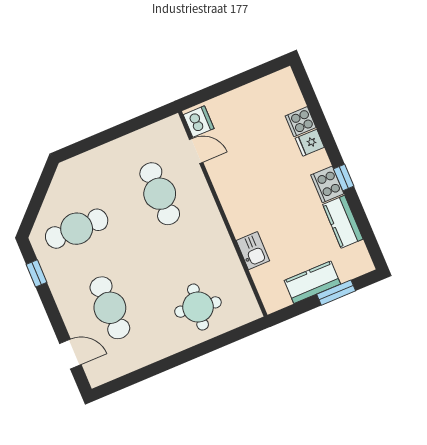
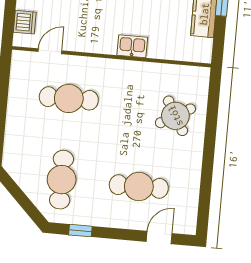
dishwasher: (199, 122) -> (25, 22), moved, turned 90
kitchen sink: (253, 251) -> (132, 46), moved
round table: (198, 307) -> (175, 116), turned -38

